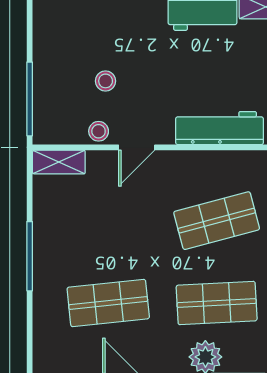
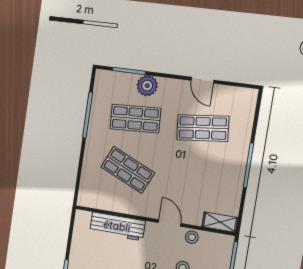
door: (137, 147) -> (170, 223), hinge flipped
shop shelf: (217, 221) -> (128, 170), turned 39

